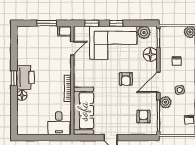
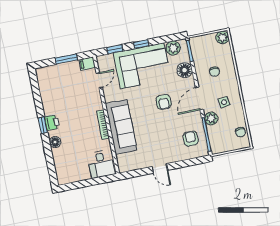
printer: (25, 77) -> (52, 123), width x0.53, depth x0.68
sofa: (83, 111) -> (121, 127), moved

